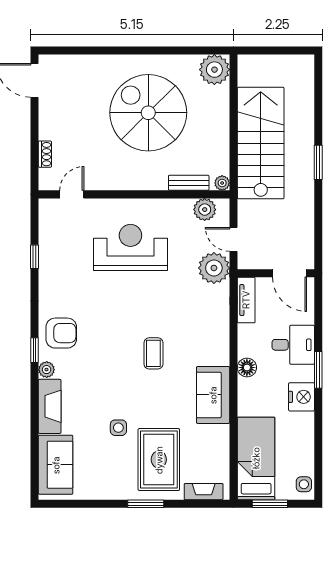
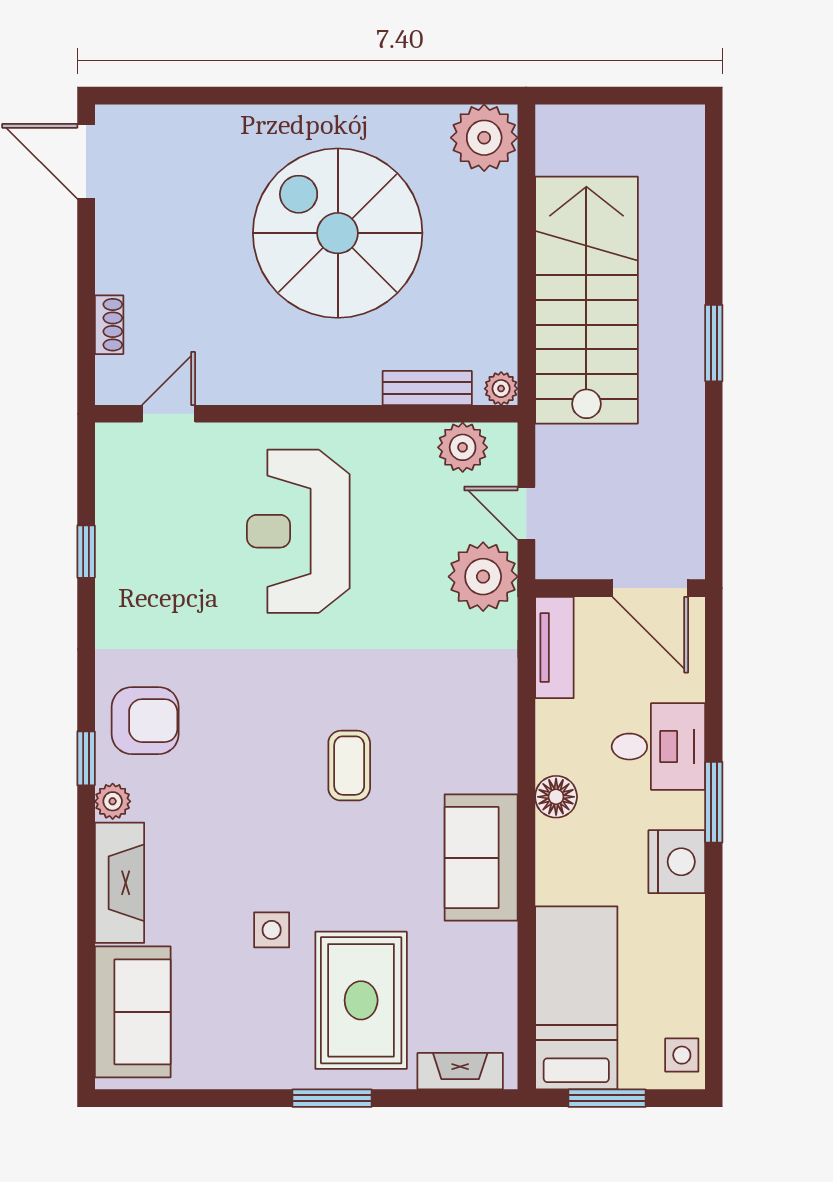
reception desk: (130, 247) -> (298, 531), turned -90

